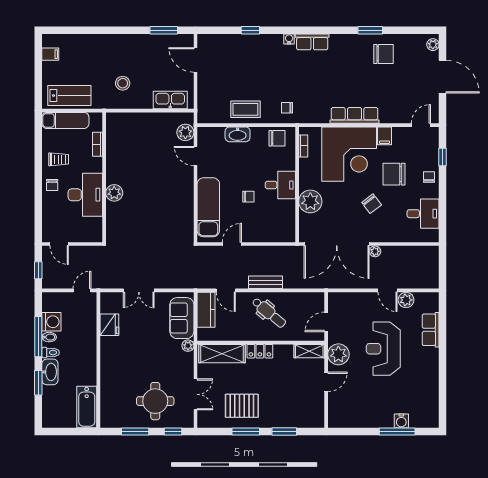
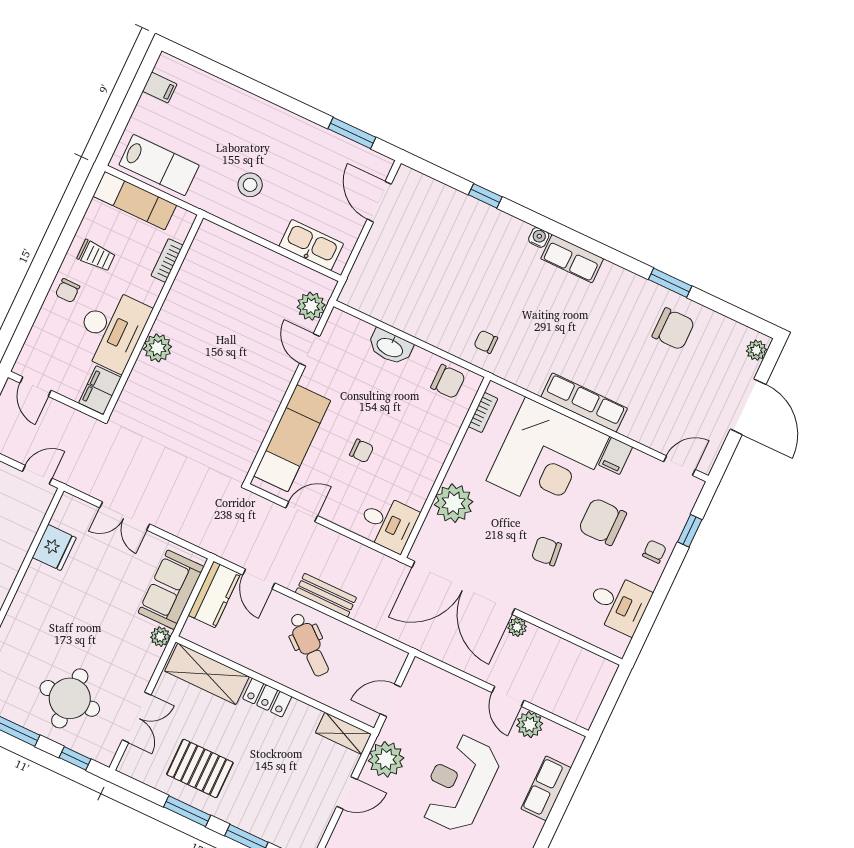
coffee table: (245, 109) -> (420, 314), removed
desk: (280, 185) -> (388, 523), moved
chair: (372, 204) -> (546, 551), turned 121
filing cabinet: (94, 230) -> (100, 390), added

